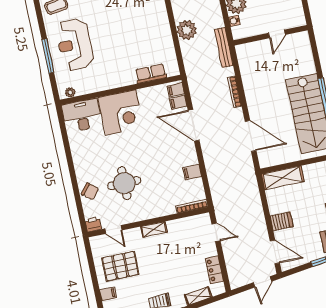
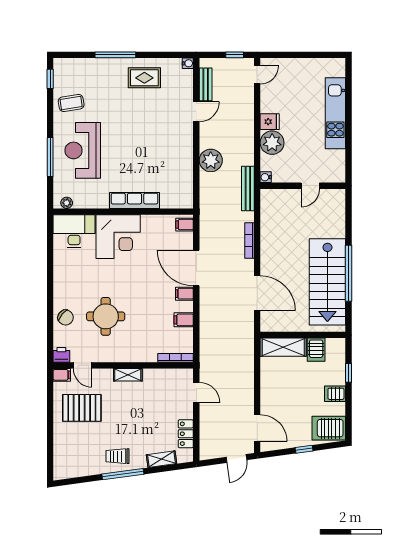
water cooler: (234, 21) -> (266, 177), moved
row of seats: (151, 74) -> (134, 201), moved, width x1.48
filing cabinet: (178, 102) -> (184, 294), moved
server rack: (282, 221) -> (316, 350), moved, turned 90
filing cabinet: (108, 294) -> (62, 375), moved

